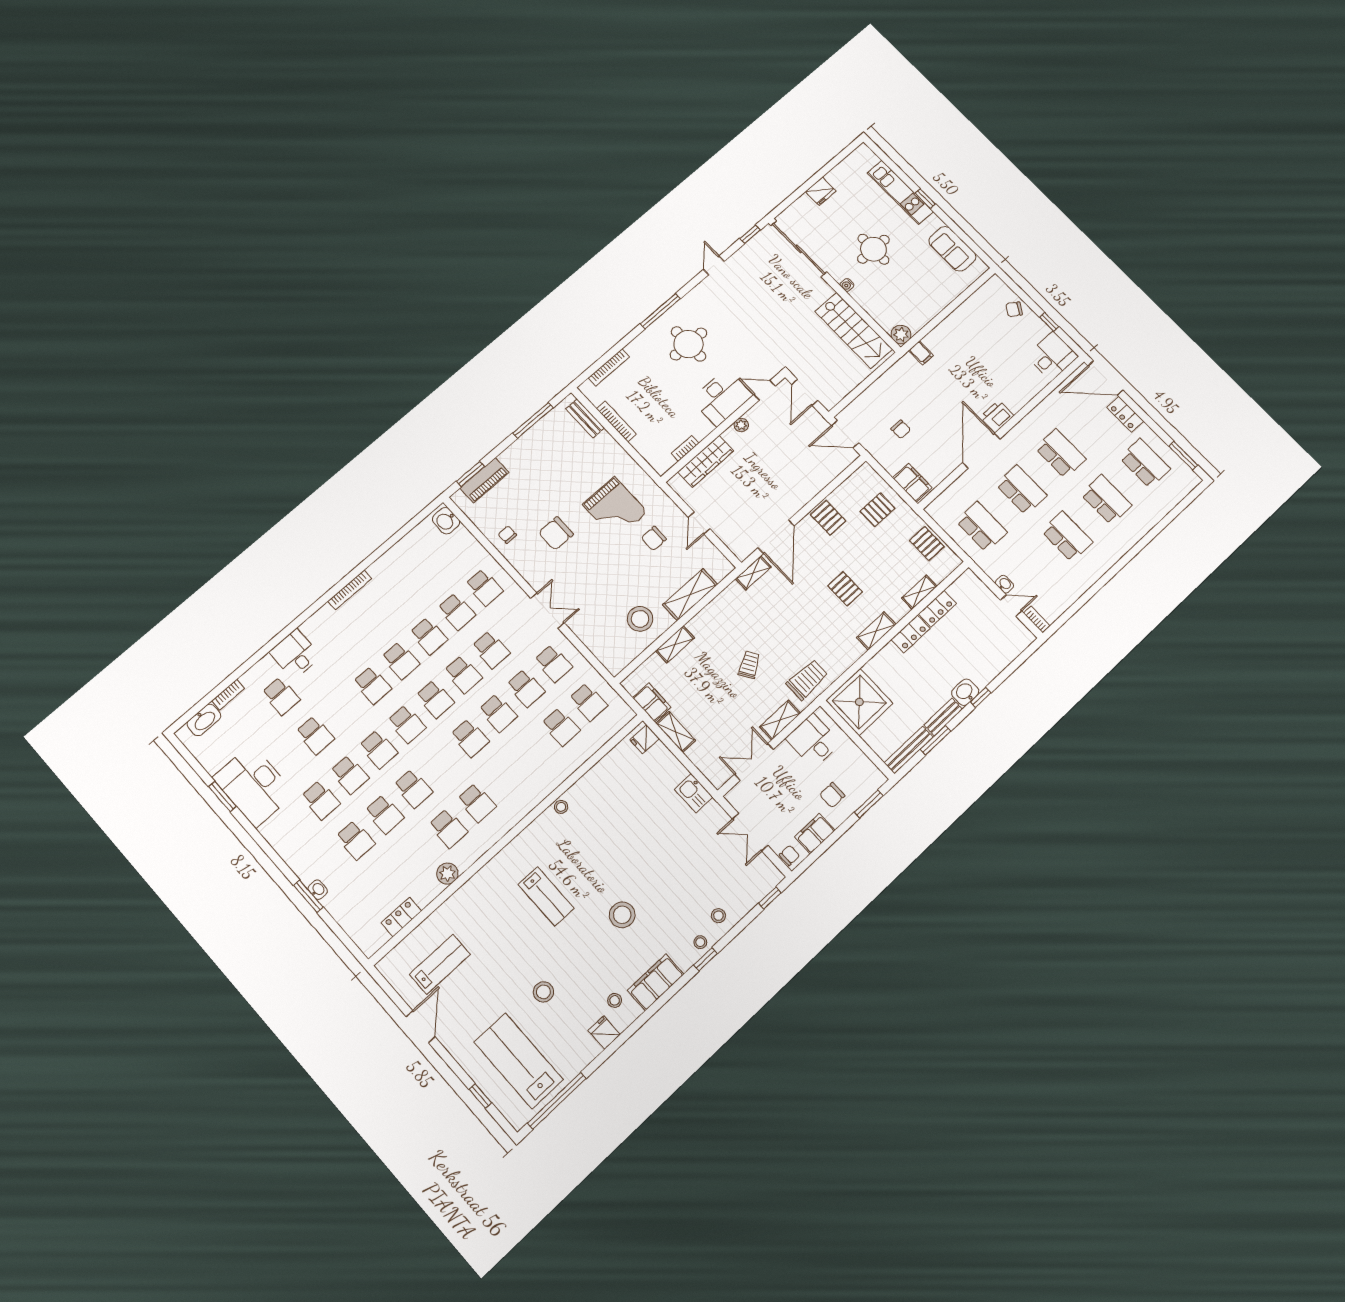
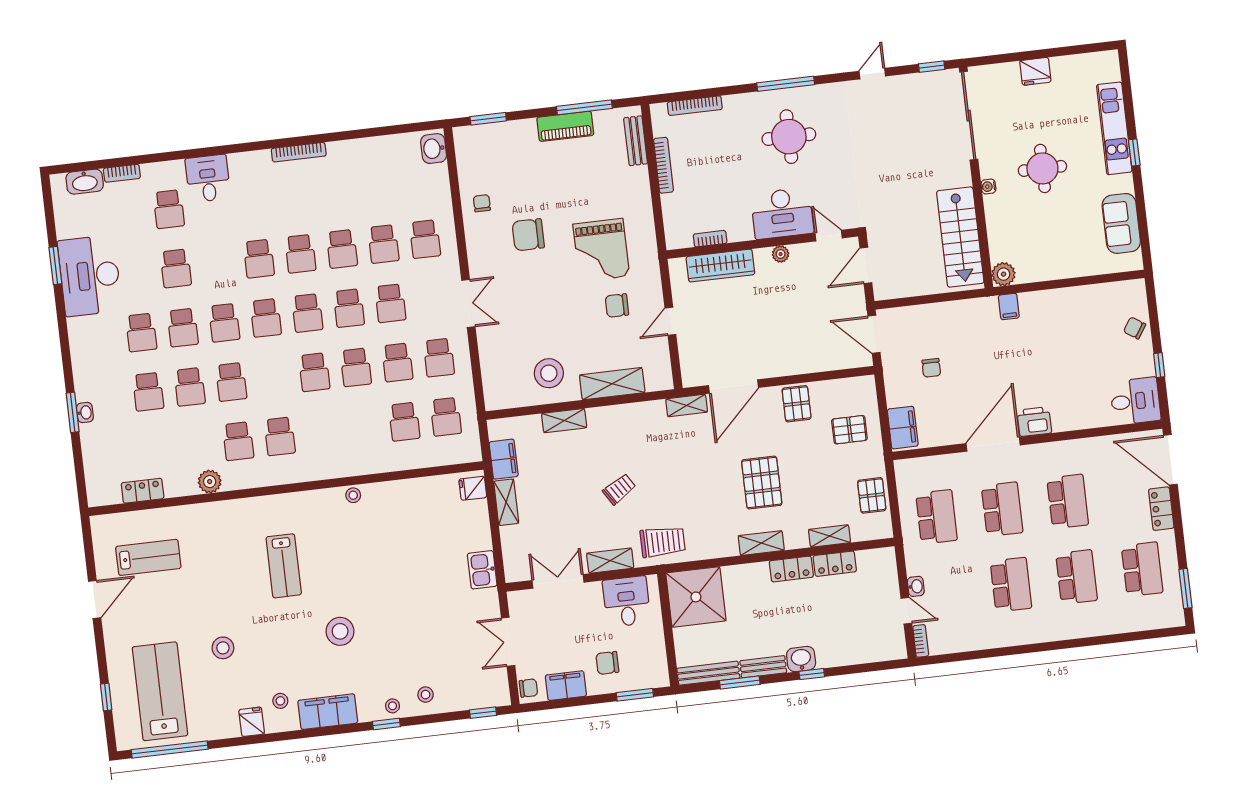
piano: (484, 480) -> (565, 126), moved
pallet: (845, 589) -> (762, 483), width x1.50, depth x1.42

